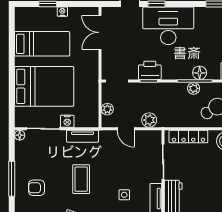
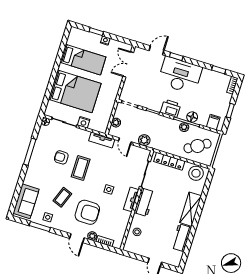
printer: (150, 70) -> (171, 108), moved
tv unit: (83, 136) -> (102, 140), moved
armchair: (36, 188) -> (61, 157), moved

